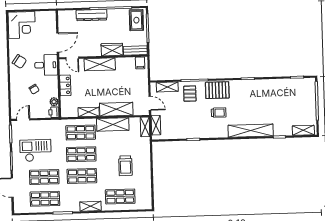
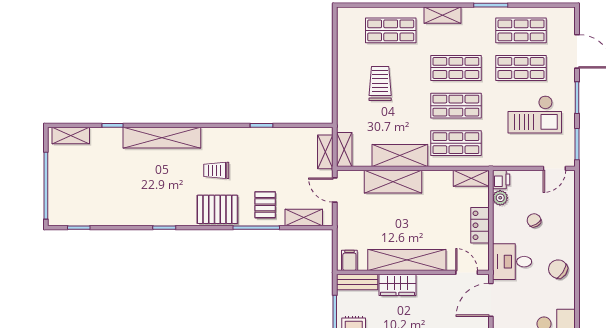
shelving: (100, 64) -> (407, 260), width x1.47
shelving: (89, 112) -> (471, 178), moved

